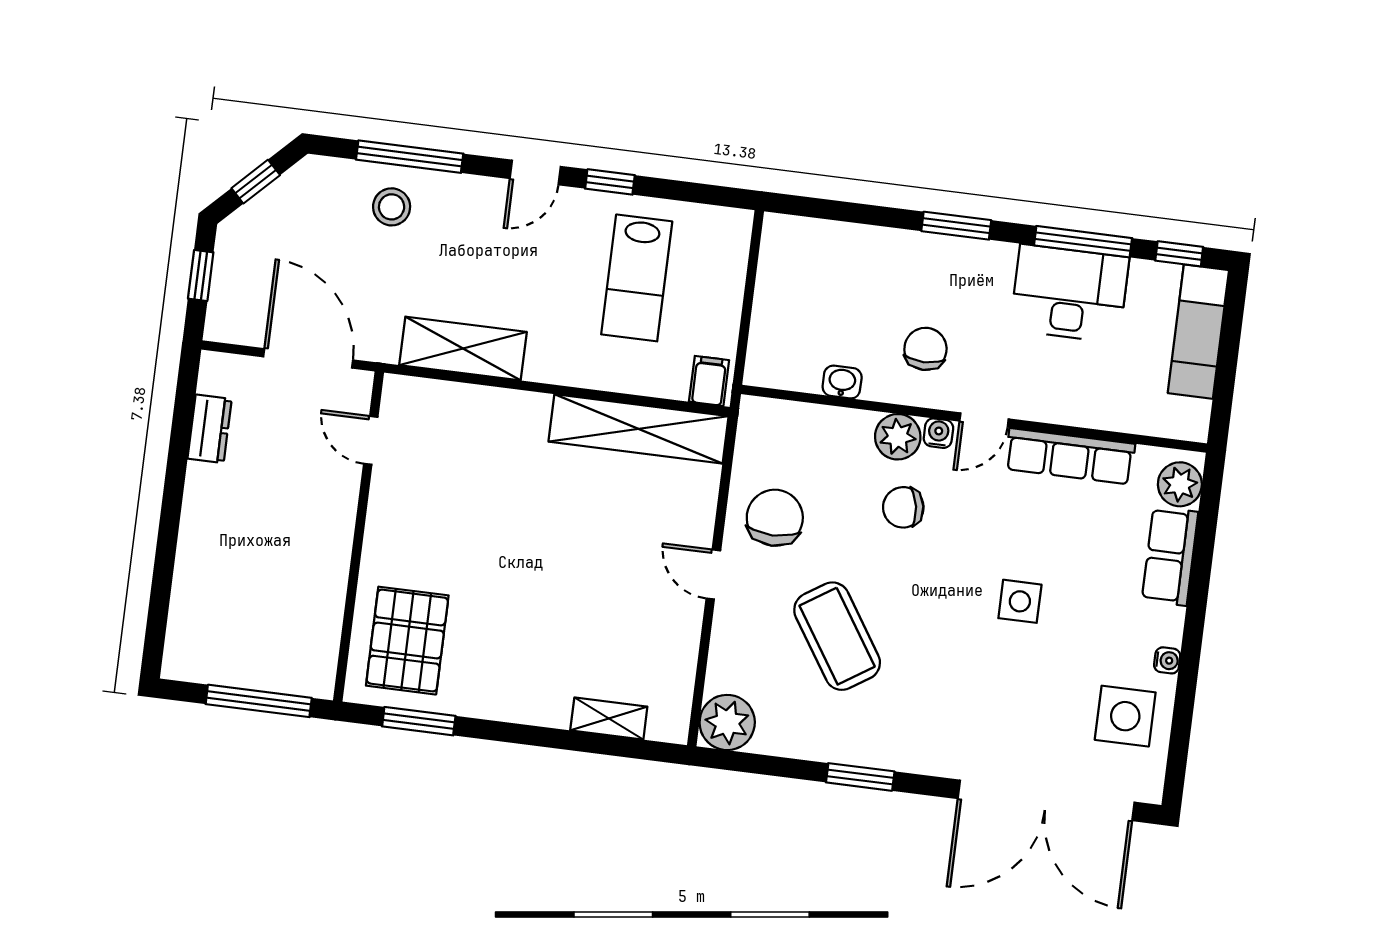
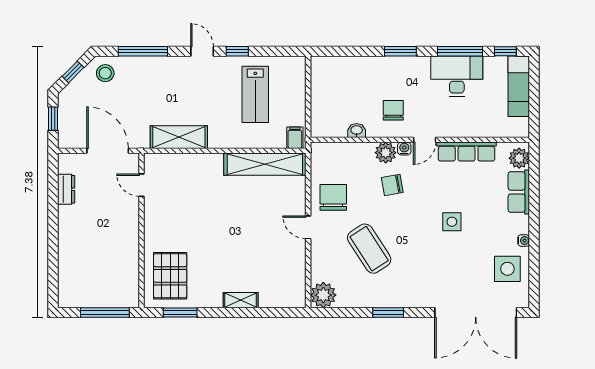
door: (535, 172) -> (202, 51), swing flipped
stool: (392, 207) -> (105, 73), moved
shelving: (609, 719) -> (241, 300), moved

